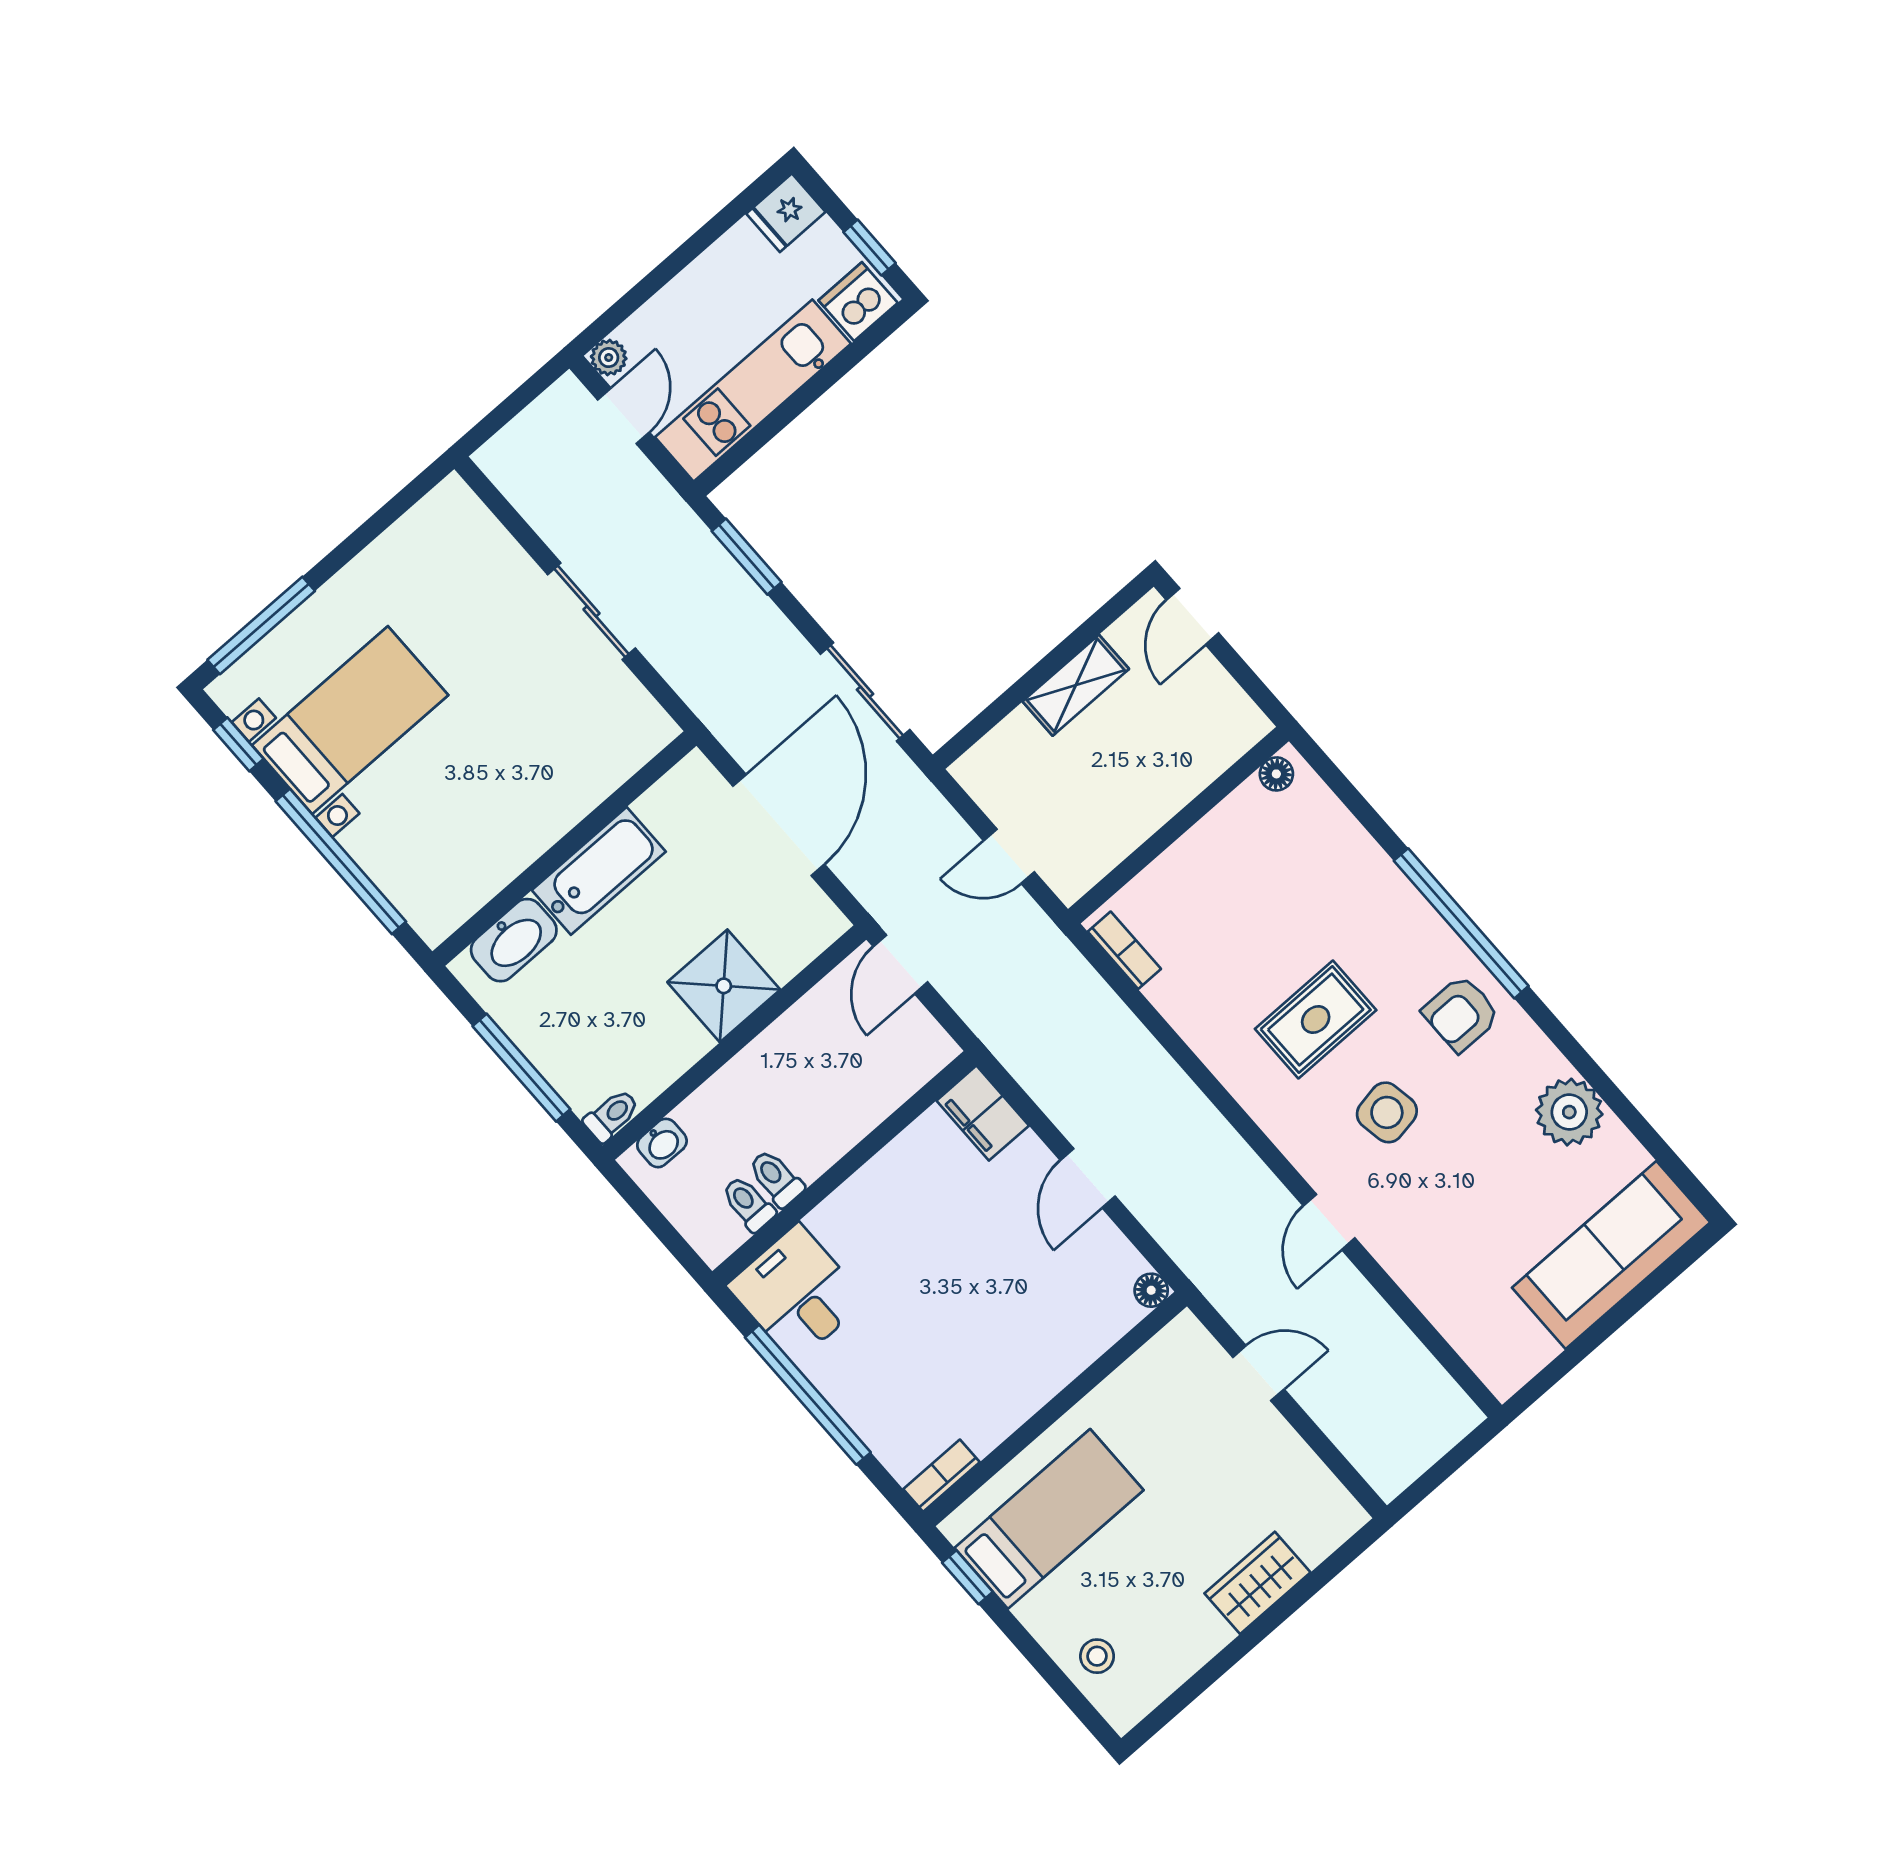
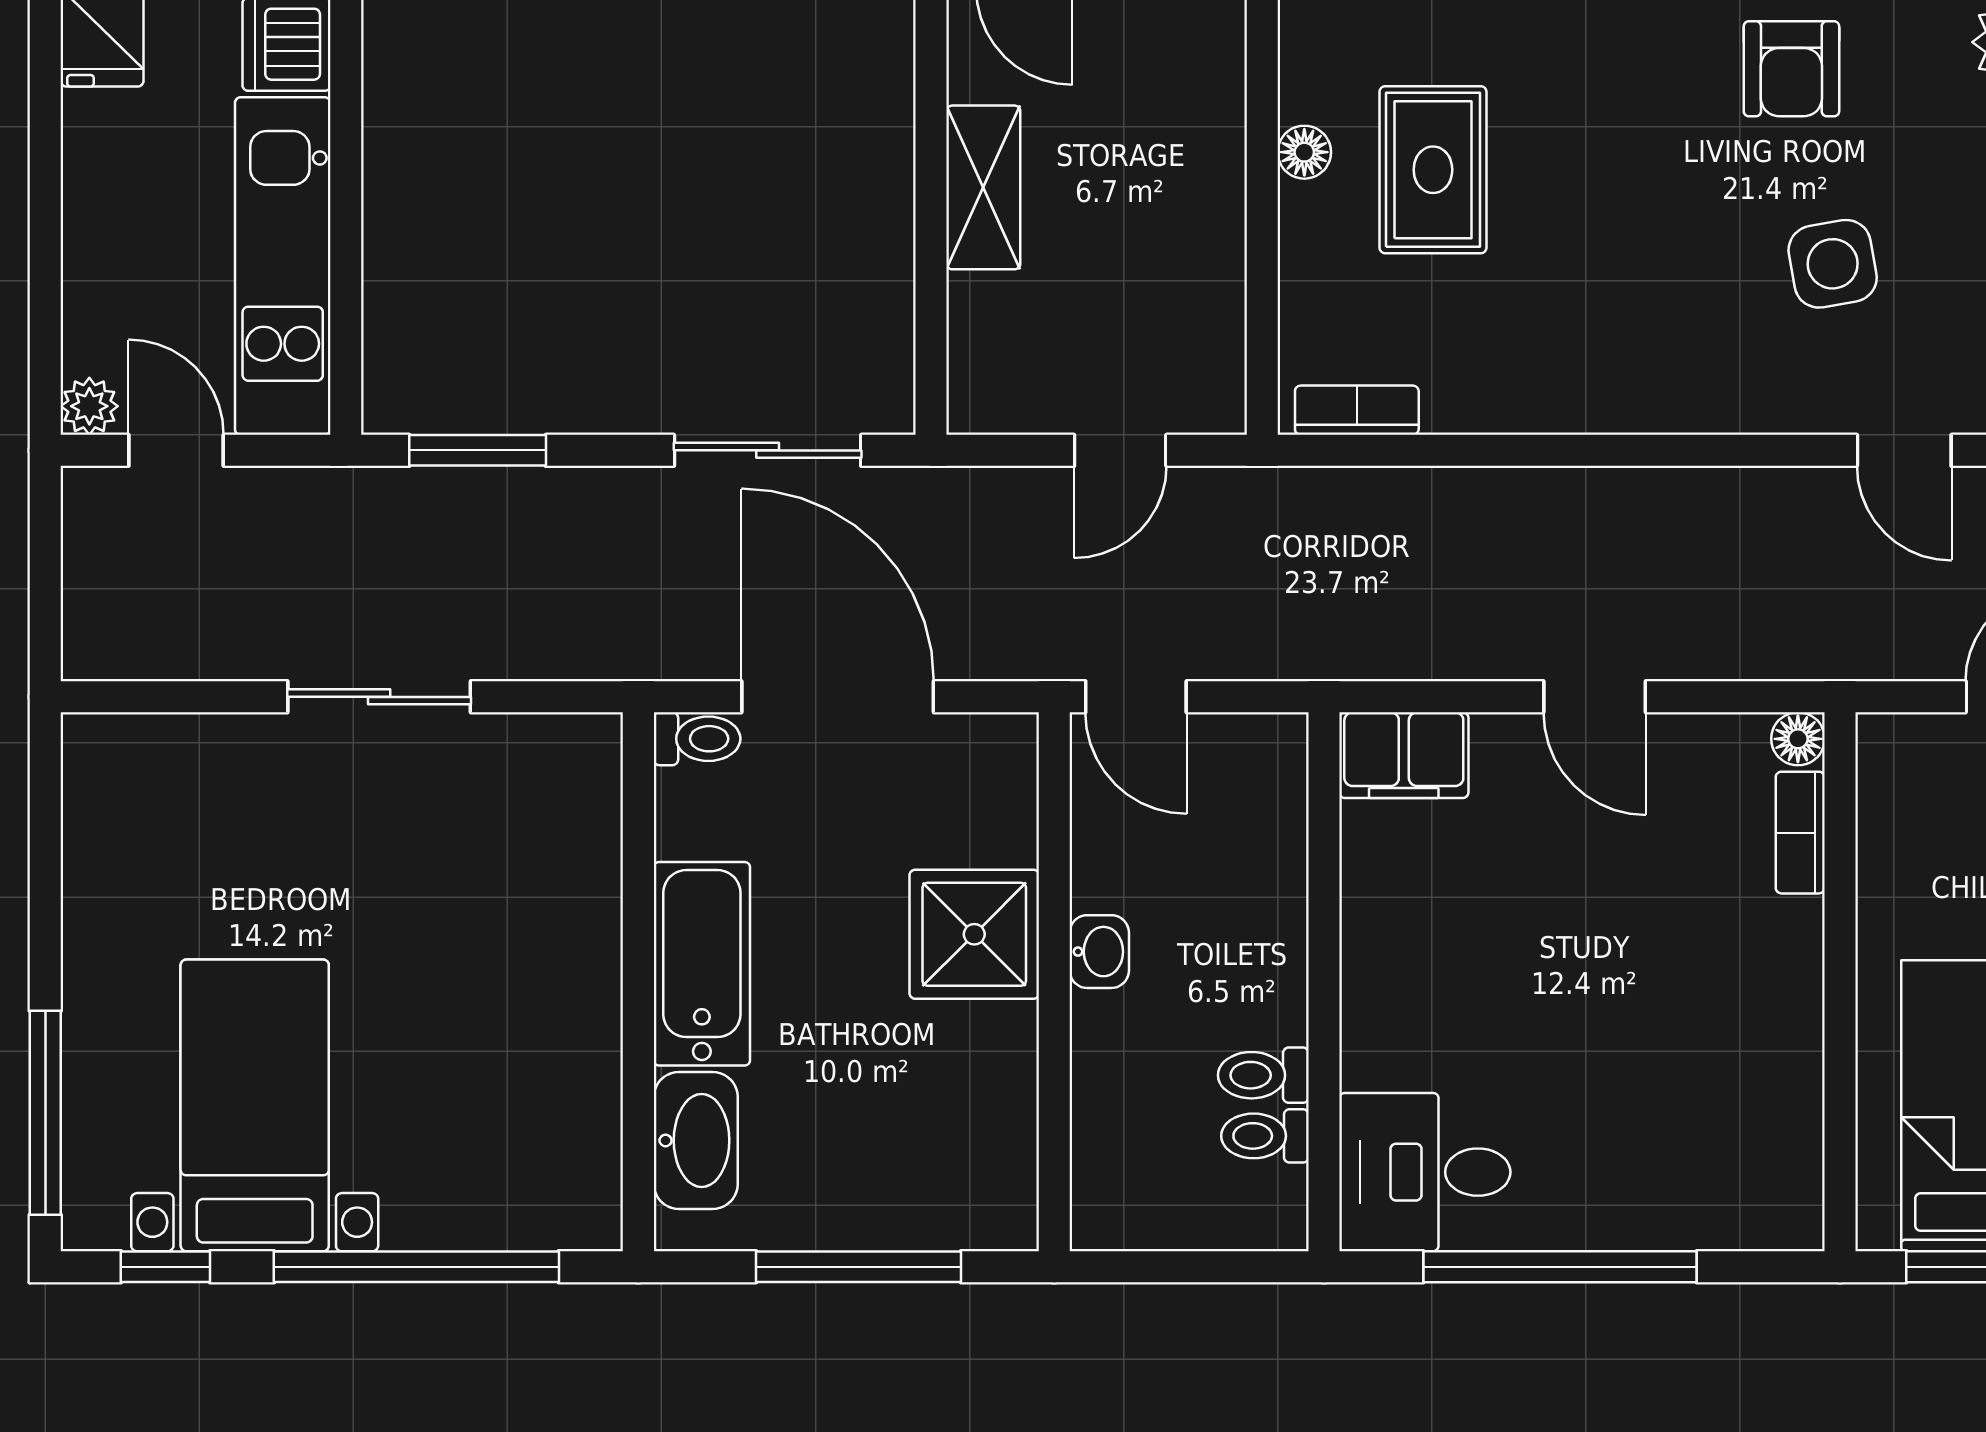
floor lamp: (1276, 774) -> (1304, 152), moved
rug: (1316, 1020) -> (1433, 170), moved
toilet: (612, 1115) -> (697, 739), moved, turned 90
washbasin: (662, 1143) -> (1099, 952), moved
bookcase: (941, 1476) -> (1800, 833), moved

